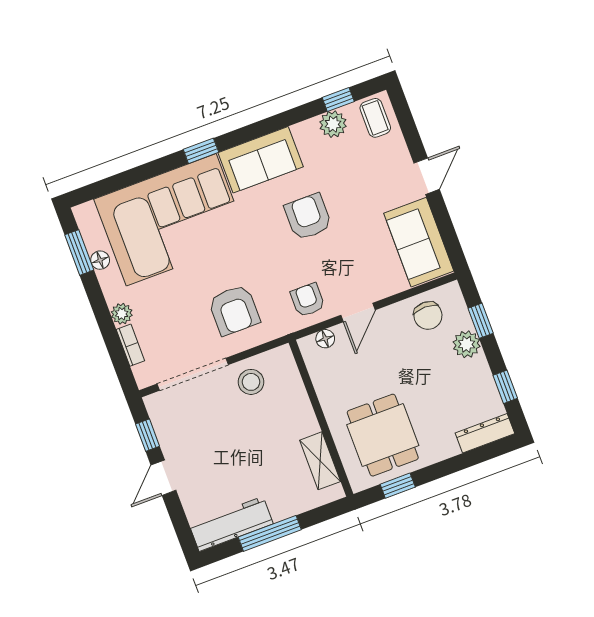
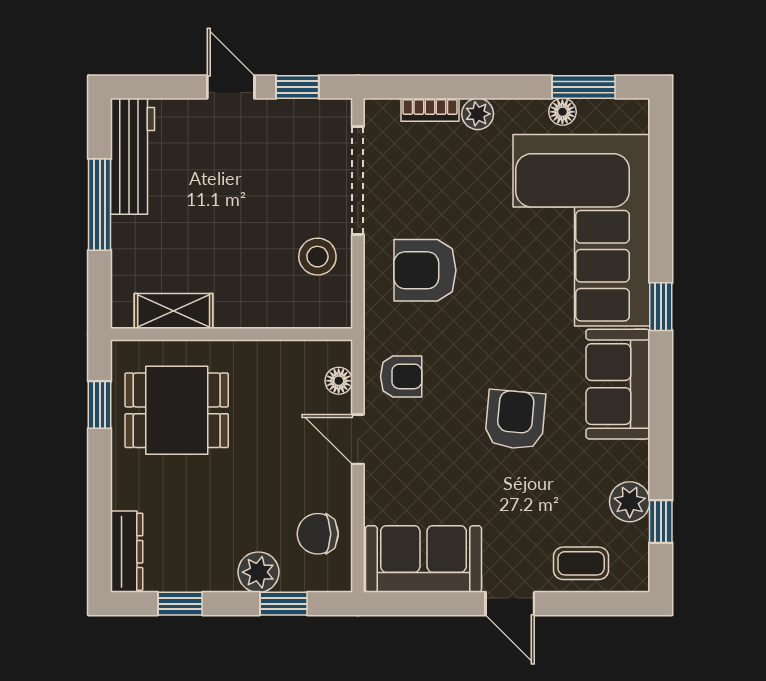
coffee table: (375, 118) -> (581, 563), moved
armchair: (308, 217) -> (515, 420), turned -85

